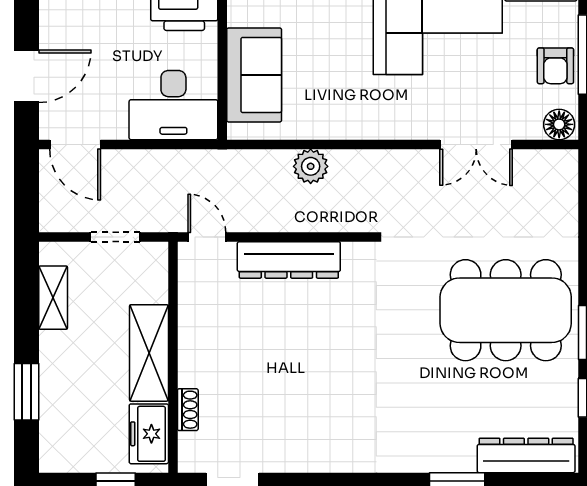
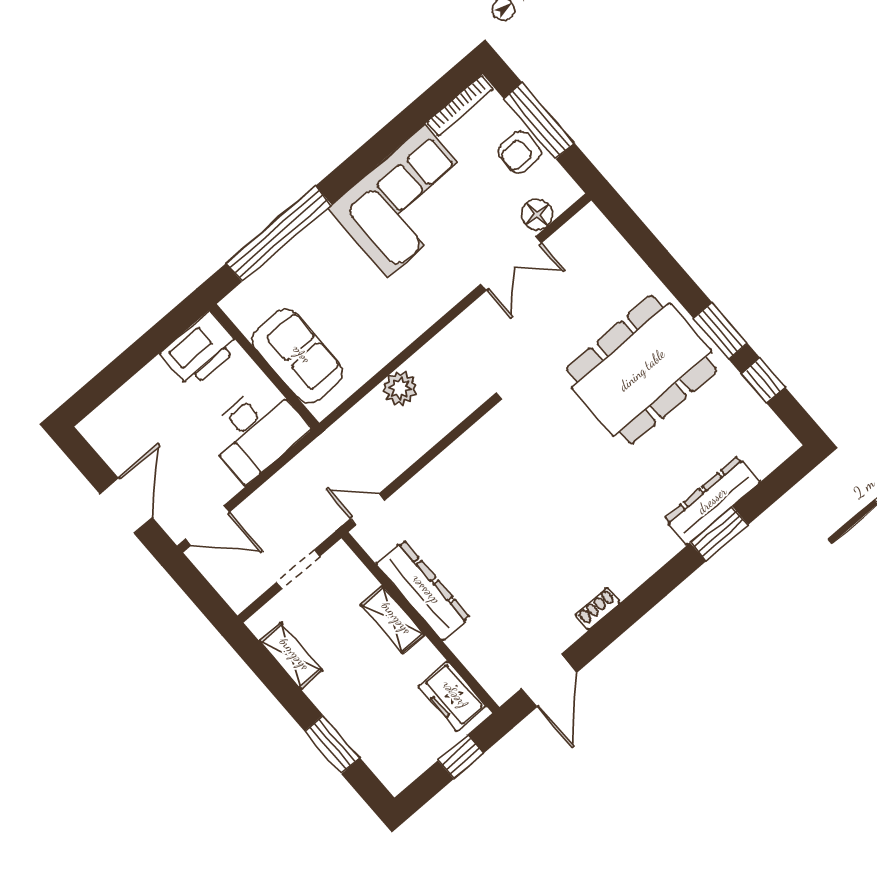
armchair: (555, 66) -> (520, 152), turned 90
floor lamp: (559, 124) -> (537, 215), moved
dresser: (289, 260) -> (423, 591), moved, turned -90
shelving: (149, 353) -> (393, 620), width x0.67, depth x0.75
shoe rack: (188, 410) -> (598, 609), moved, turned -90
dresser: (526, 455) -> (712, 500), moved

